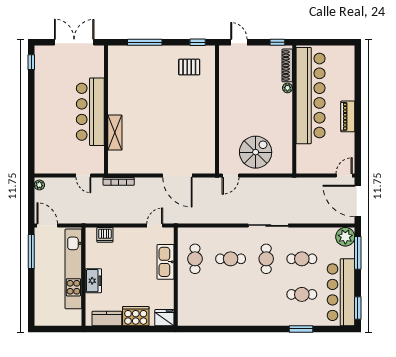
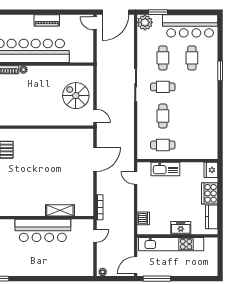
window: (358, 253) -> (158, 12), width x0.69
window: (358, 308) -> (203, 12), removed
window: (301, 329) -> (220, 71), moved

